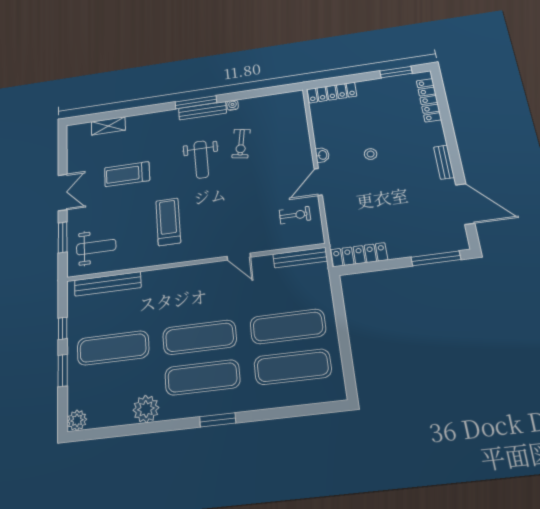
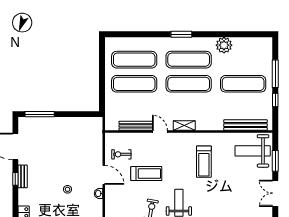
window: (455, 157) -> (15, 179), added
treadmill: (127, 174) -> (146, 174), moved
door: (318, 182) -> (104, 175), hinge flipped
weight bench: (96, 247) -> (253, 151), width x1.36, depth x1.33
locker: (359, 255) -> (85, 123), removed
bench: (300, 258) -> (136, 126), moved
shelving: (202, 271) -> (184, 126), added
window: (63, 370) -> (275, 74), width x1.44
plant: (77, 420) -> (266, 43), removed

